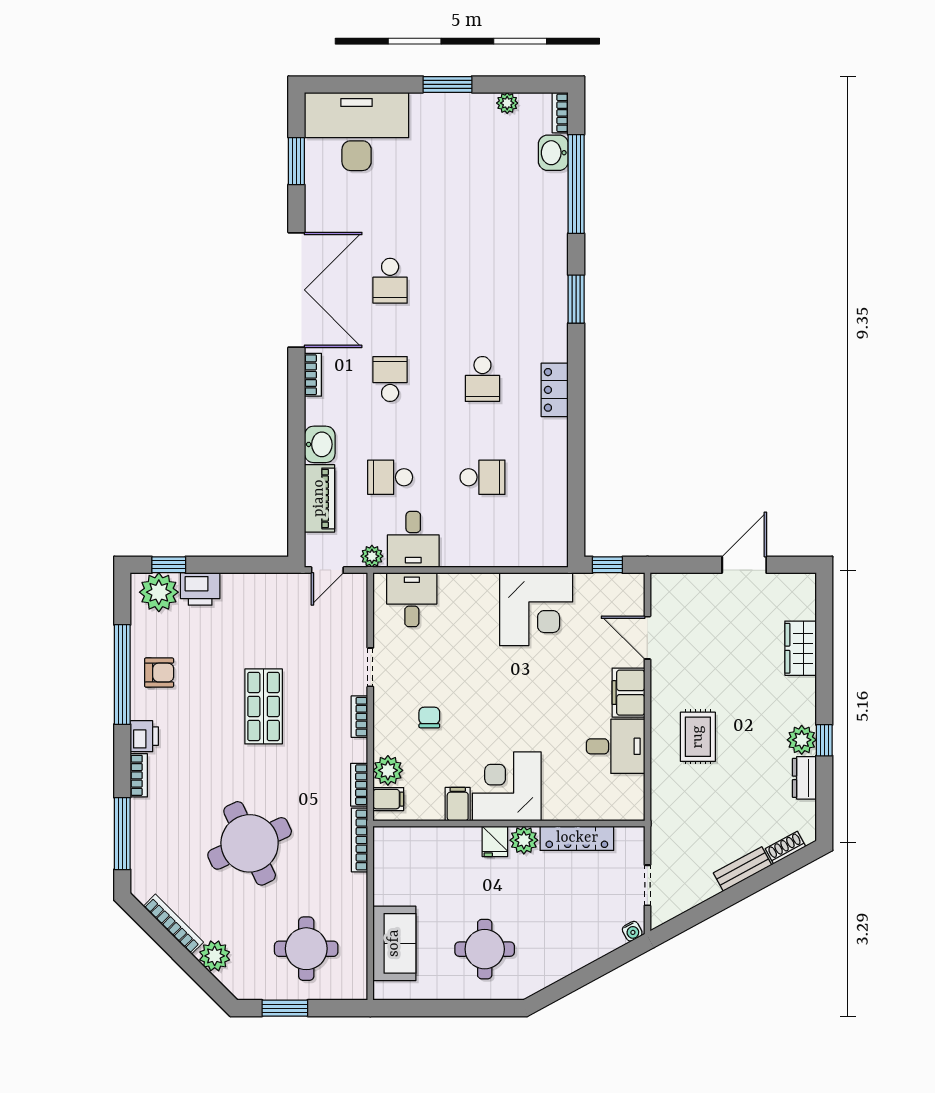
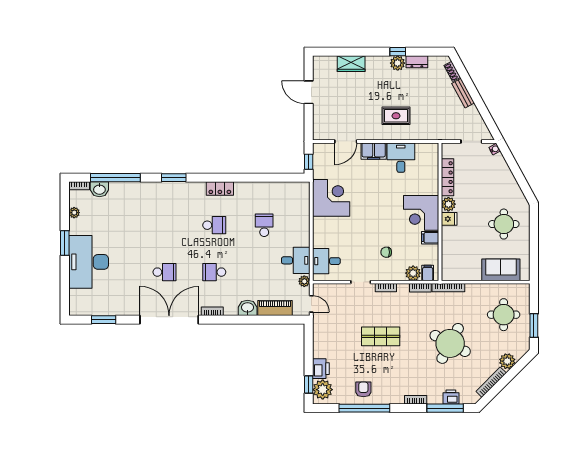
desk: (357, 131) -> (89, 262), moved
school desk: (390, 477) -> (264, 272), removed
printer: (144, 736) -> (451, 397), moved
round table: (250, 843) -> (450, 343), turned -37

